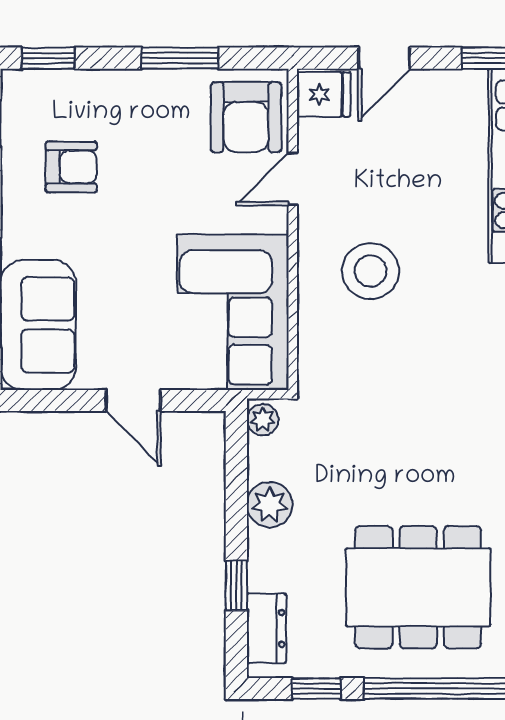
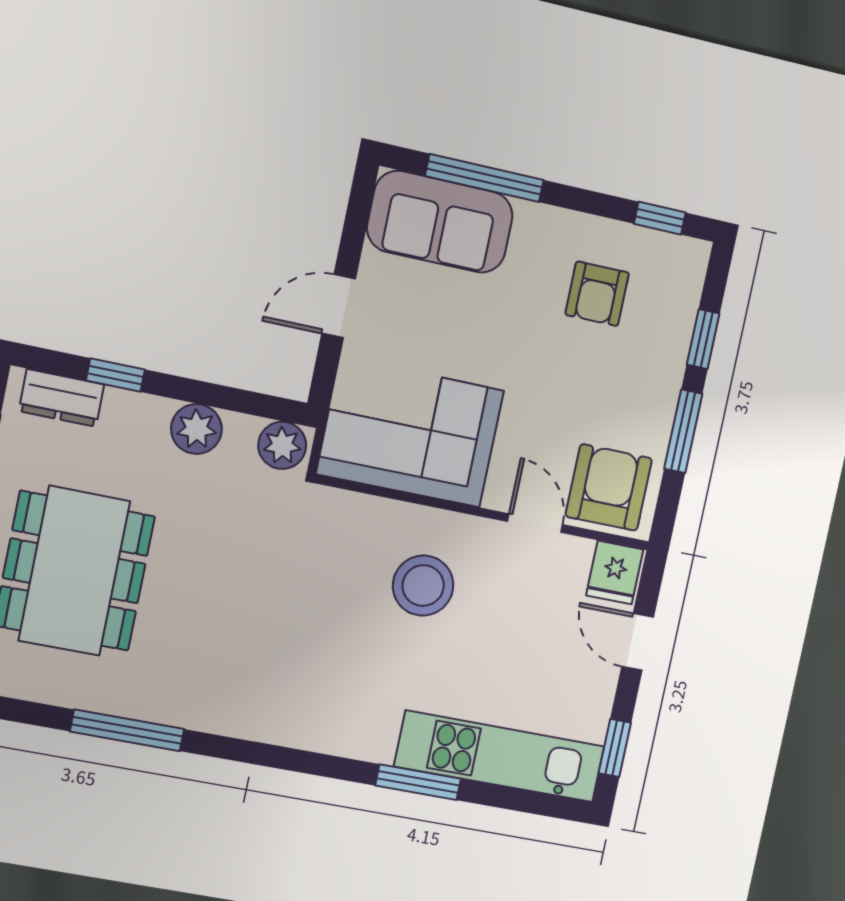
window: (48, 58) -> (703, 339), moved
armchair: (246, 117) -> (609, 487), turned 90
plant: (263, 420) -> (282, 445), width x1.38, depth x1.38

